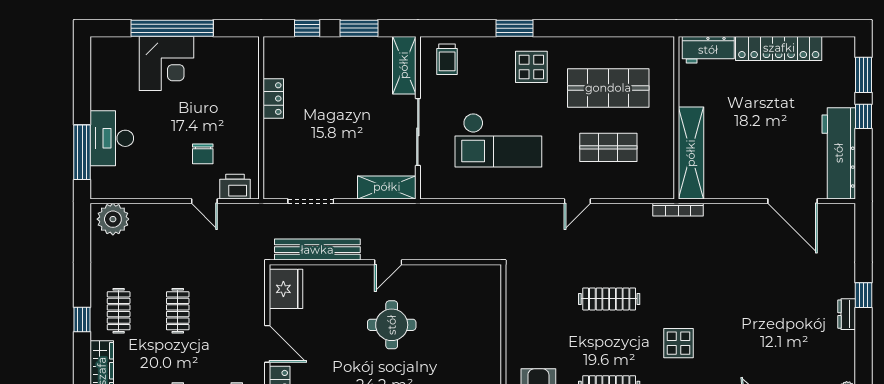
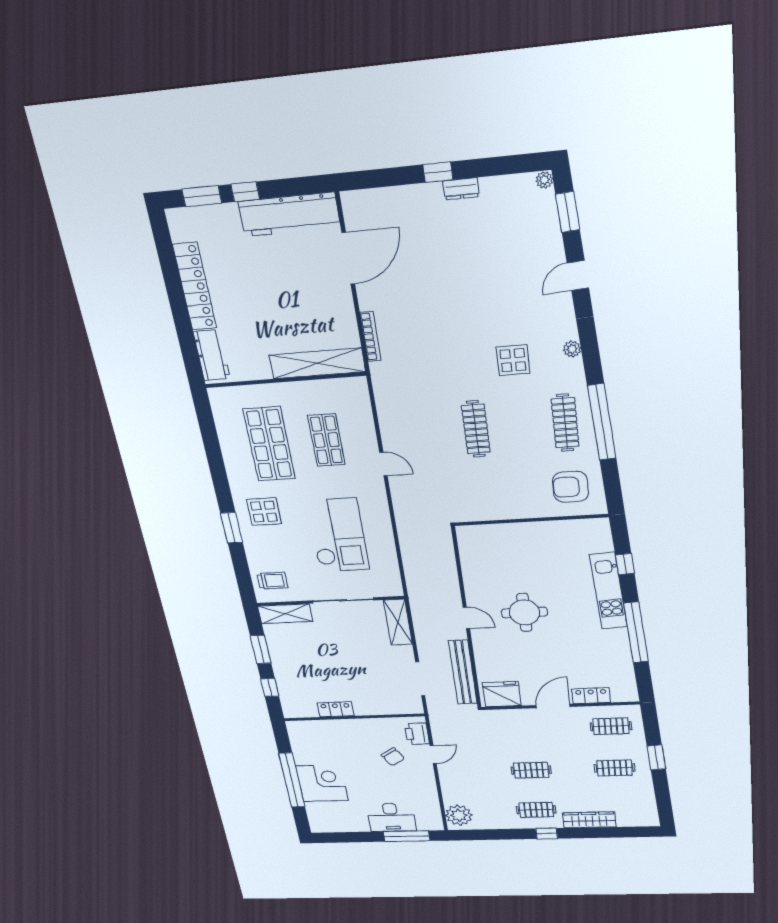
chair: (203, 154) -> (393, 757), turned 58
bookcase: (678, 210) -> (370, 337), moved

